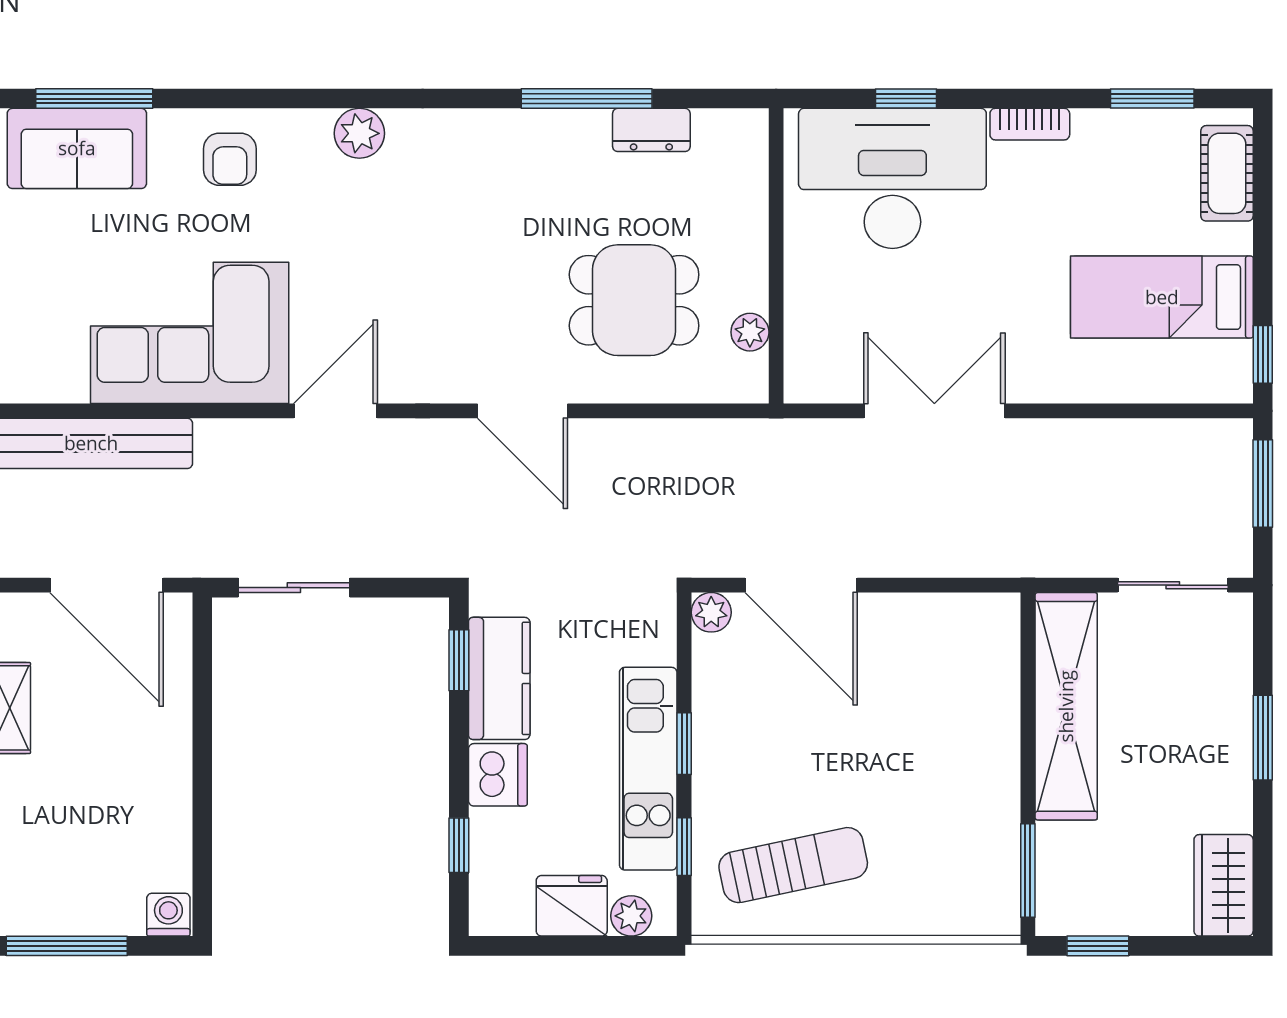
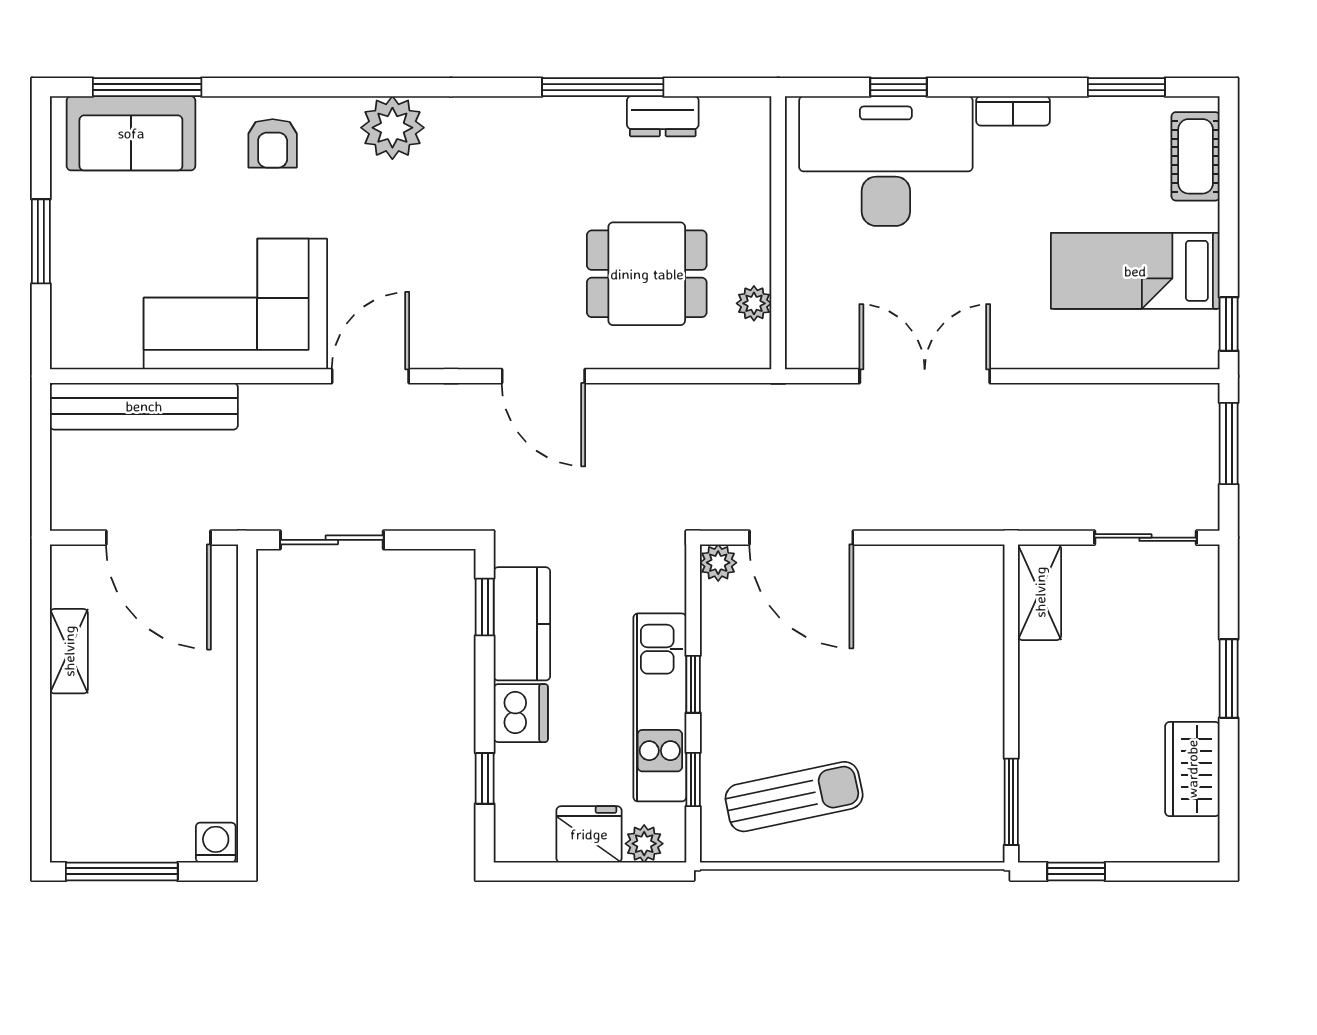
plant: (359, 133) -> (392, 128), width x1.36, depth x1.36
shelving: (1066, 706) -> (1040, 592), width x0.45, depth x0.75
wardrobe: (1224, 885) -> (1192, 769), moved

